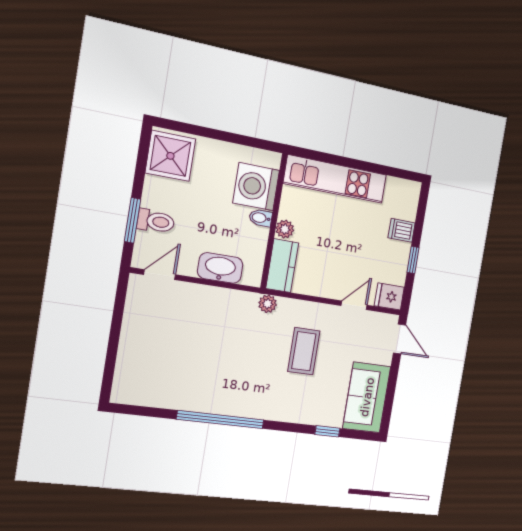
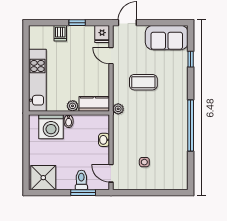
washbasin: (220, 268) -> (104, 140), width x0.52, depth x0.69
side table: (170, 334) -> (144, 162), added

